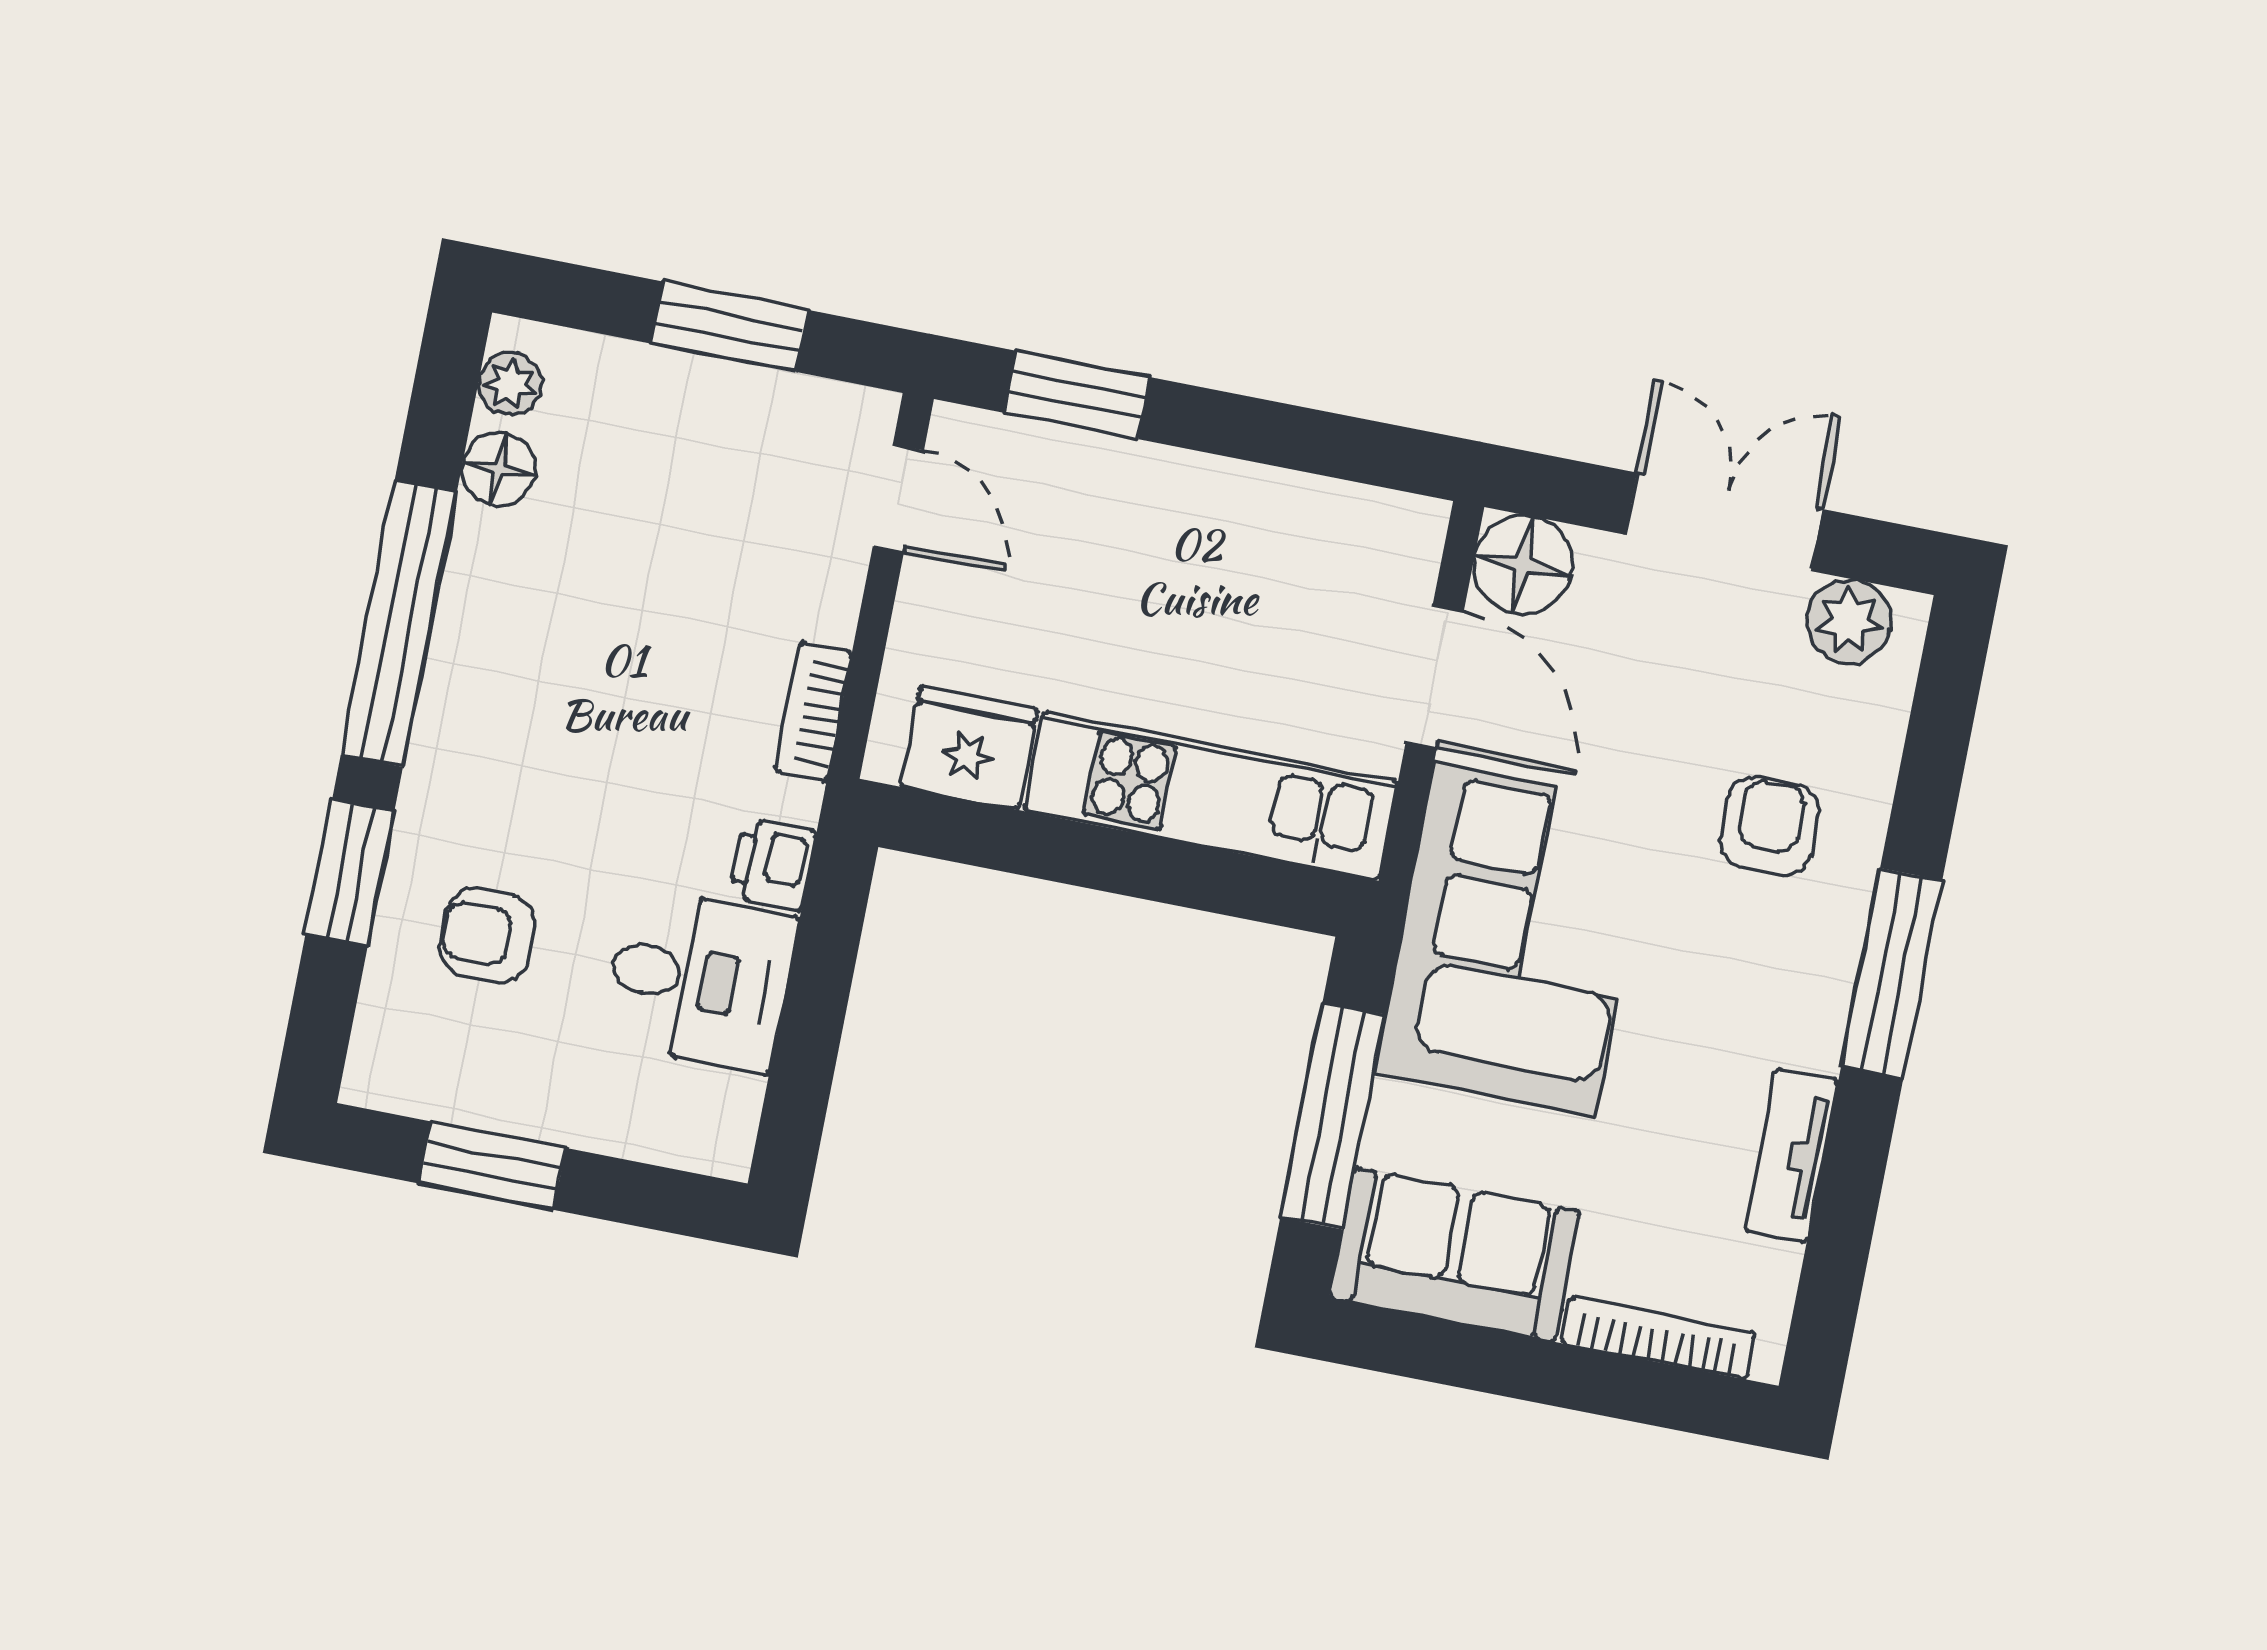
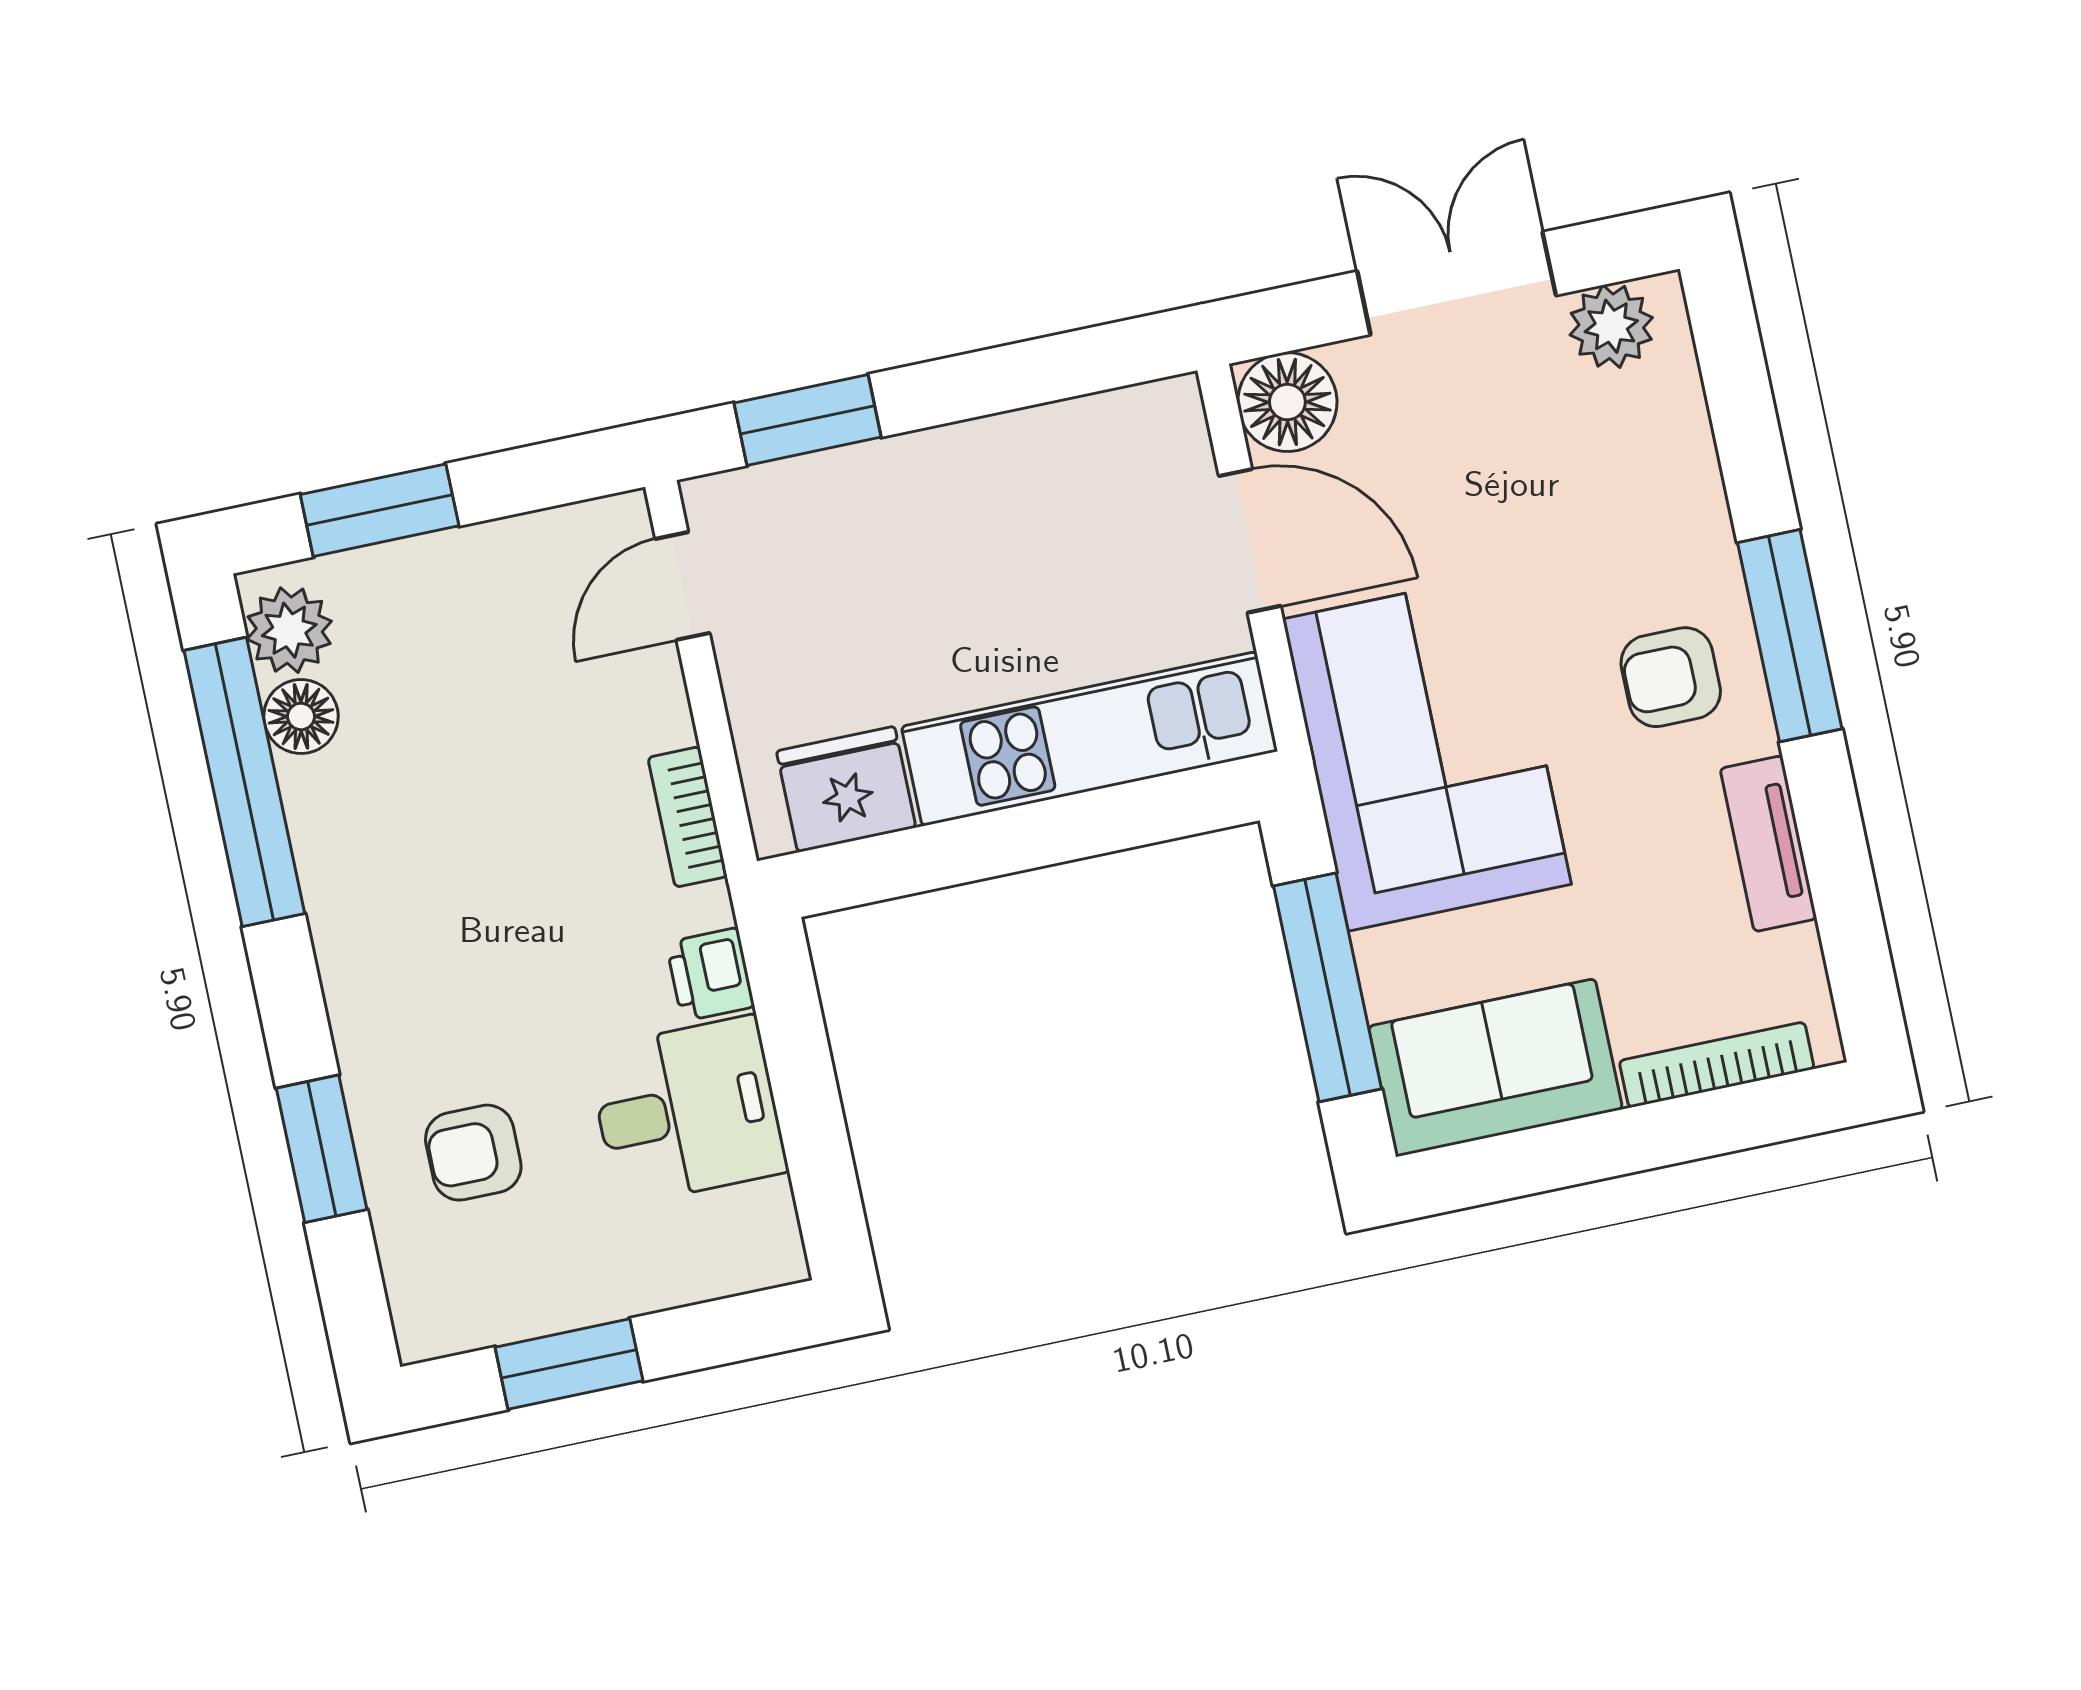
window: (730, 327) -> (380, 510), moved
plant: (510, 384) -> (289, 630), width x1.38, depth x1.38
door: (898, 498) -> (682, 586), swing flipped
window: (399, 623) -> (244, 782), moved
armchair: (1770, 826) -> (1671, 677), moved, turned -90

